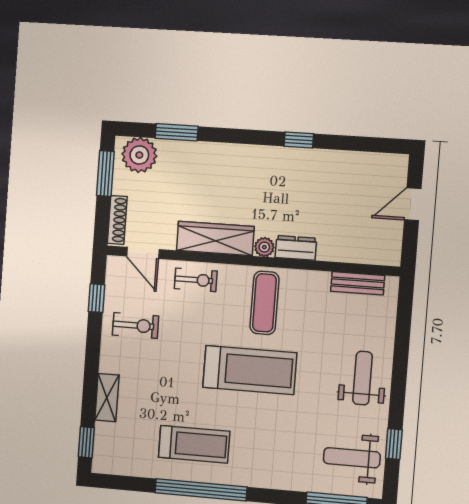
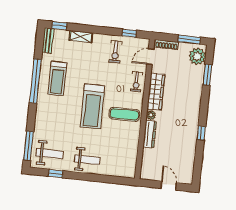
dresser: (296, 248) -> (150, 134), width x1.44
bench: (358, 283) -> (48, 40), moved
weight bench: (352, 458) -> (50, 154), turned 90

